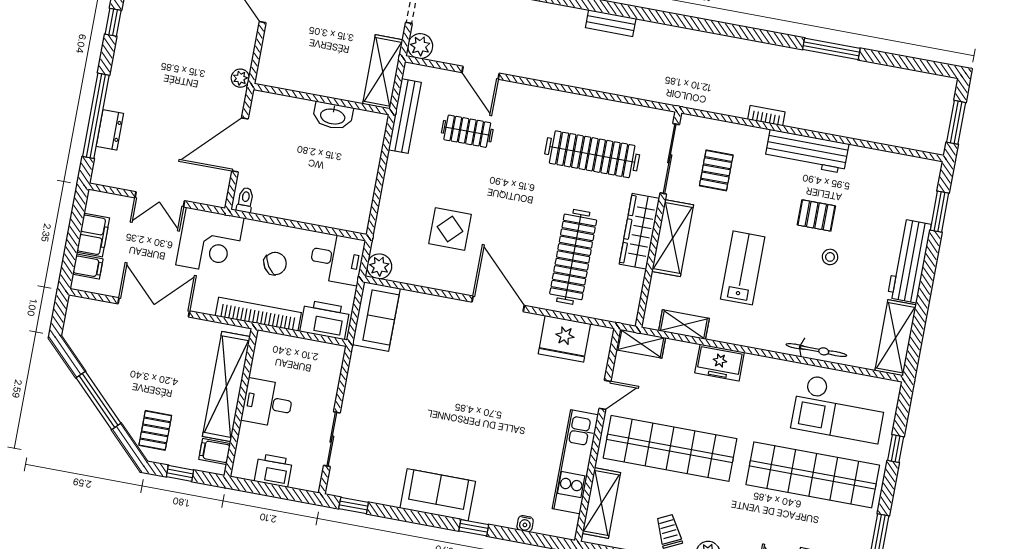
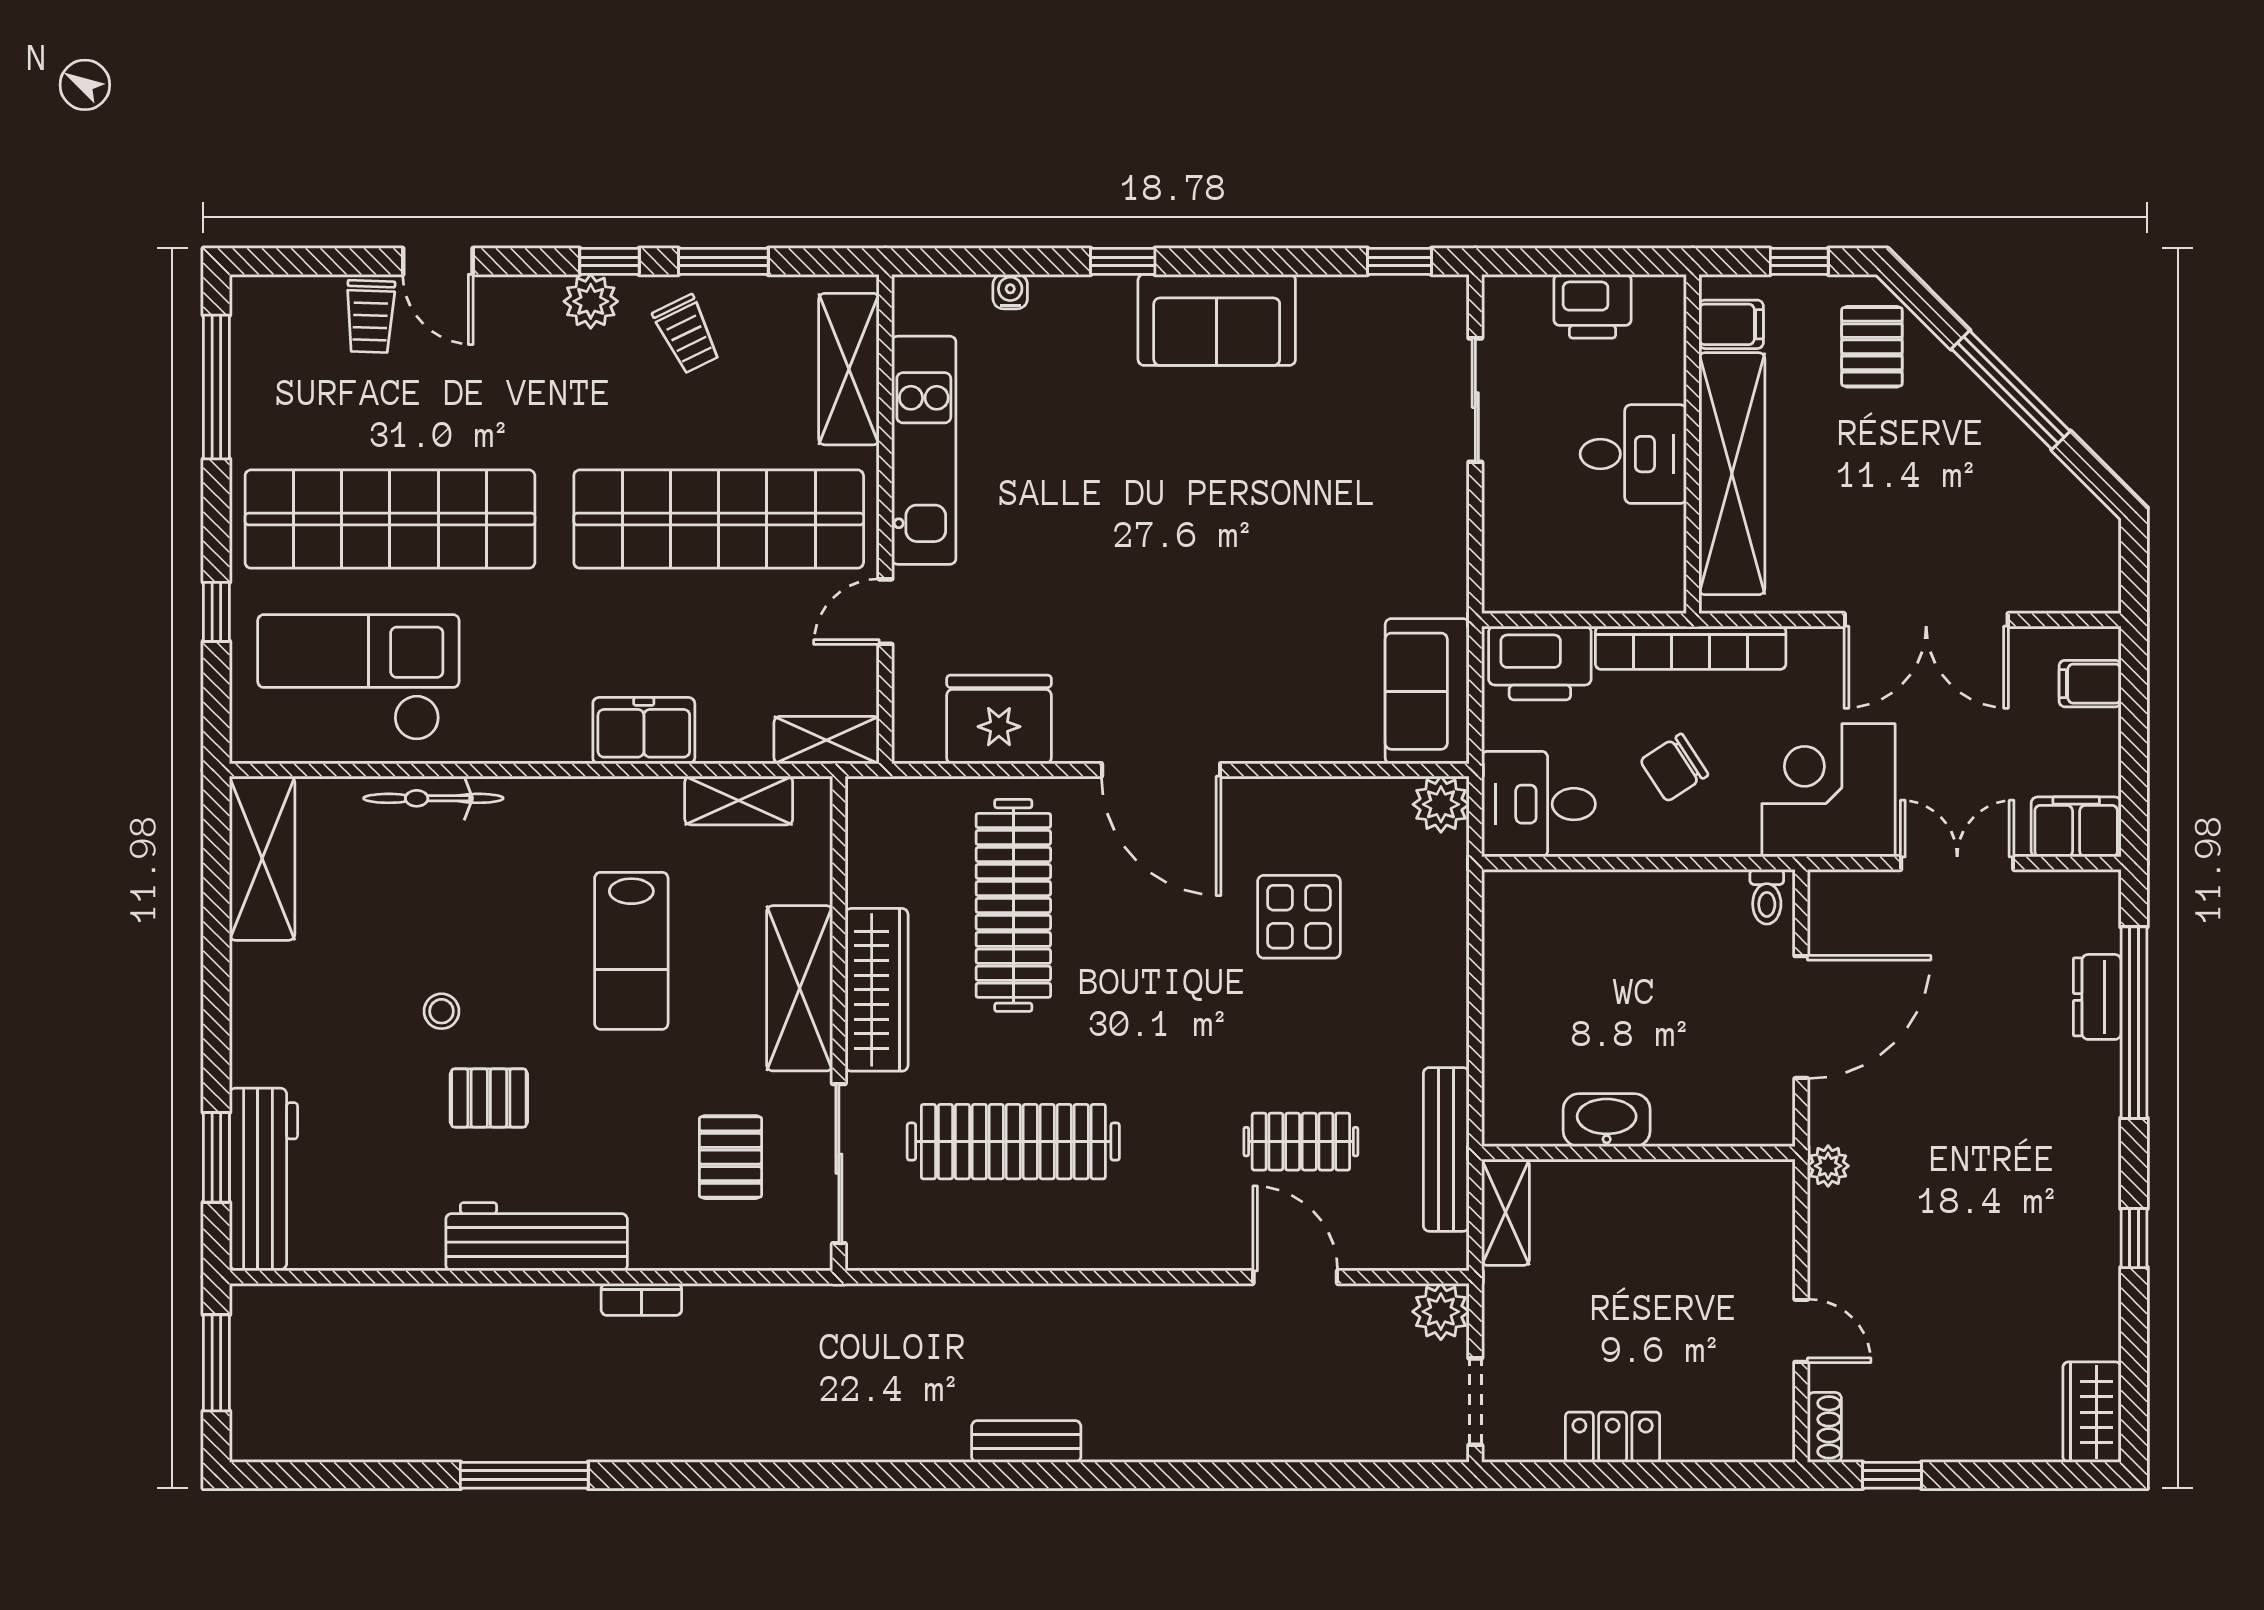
shelving: (383, 72) -> (1505, 1212), width x0.67, depth x0.75
filing cabinet: (93, 235) -> (2076, 827), moved, turned 90
workbench: (909, 261) -> (263, 1179), moved

